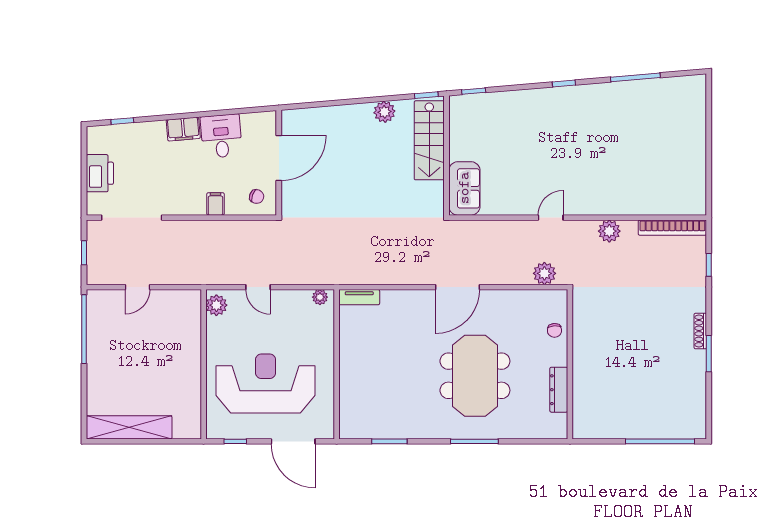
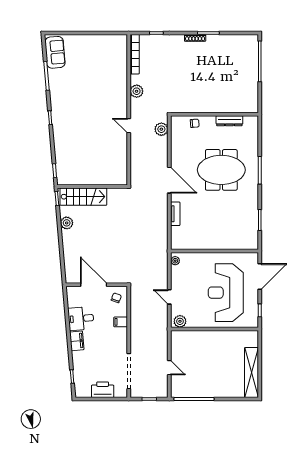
sofa: (464, 188) -> (55, 52), moved, turned 85
door: (258, 287) -> (169, 297), swing flipped
tv unit: (359, 297) -> (175, 214), moved

